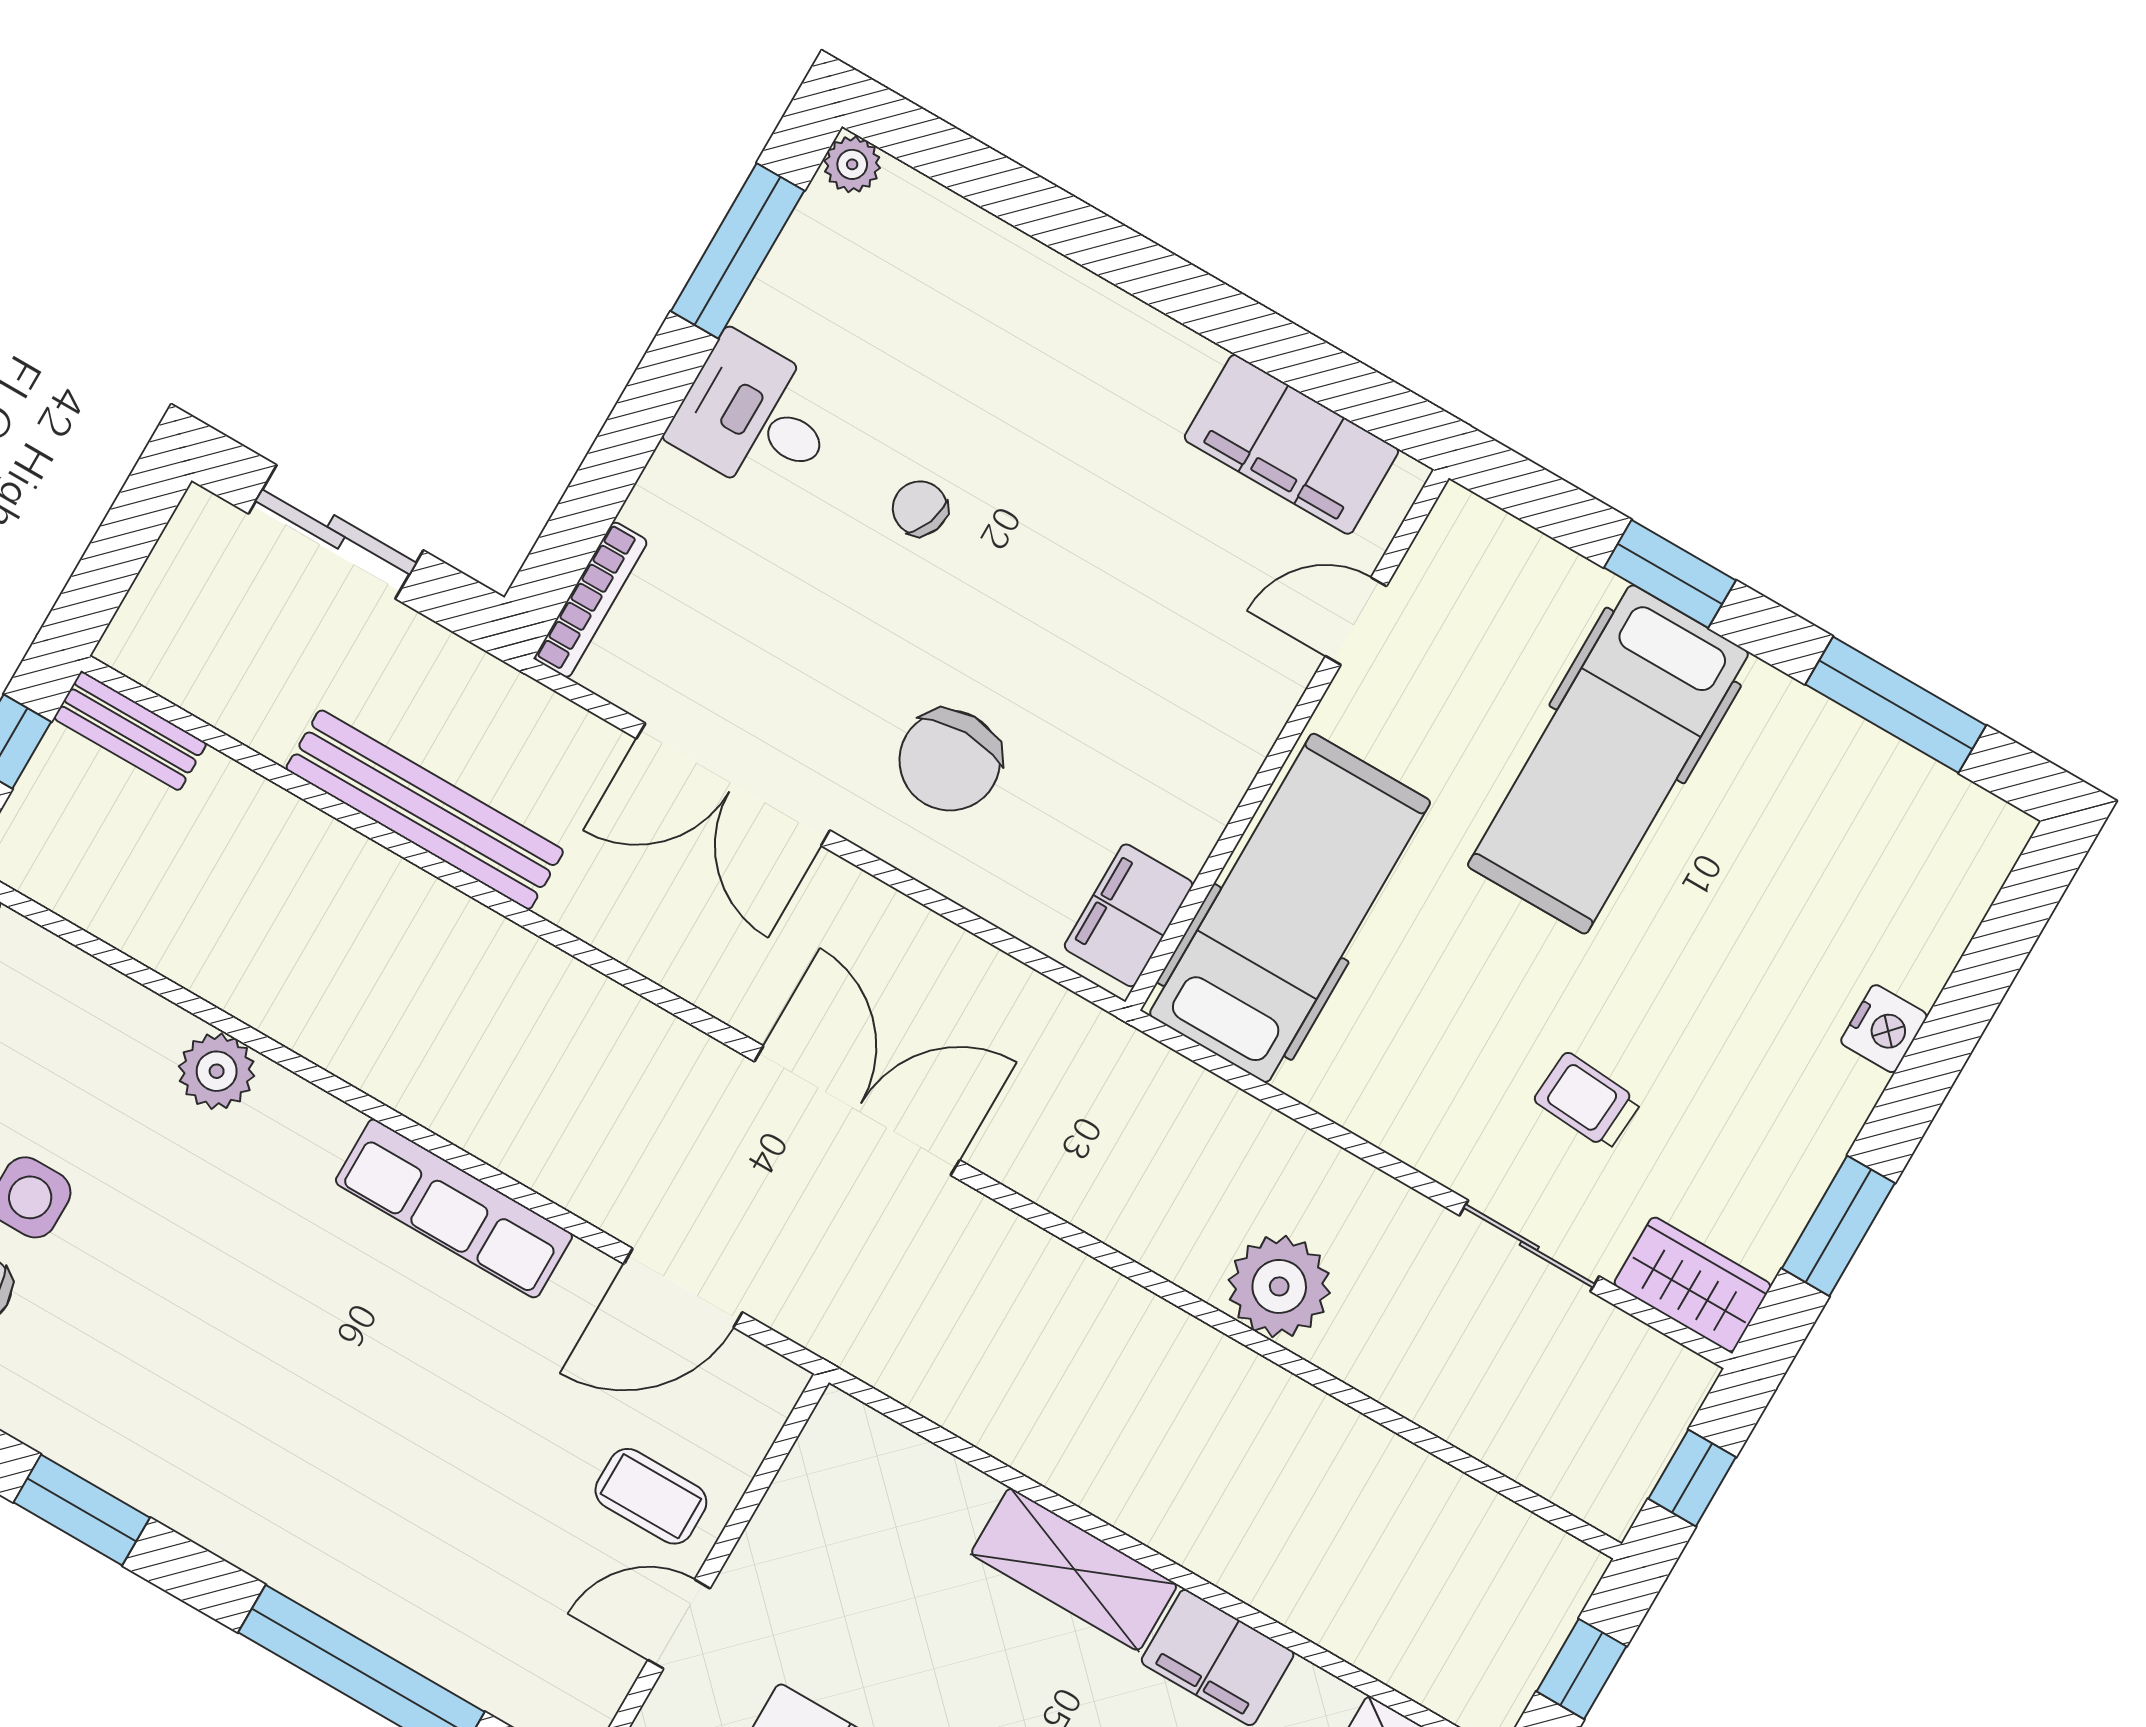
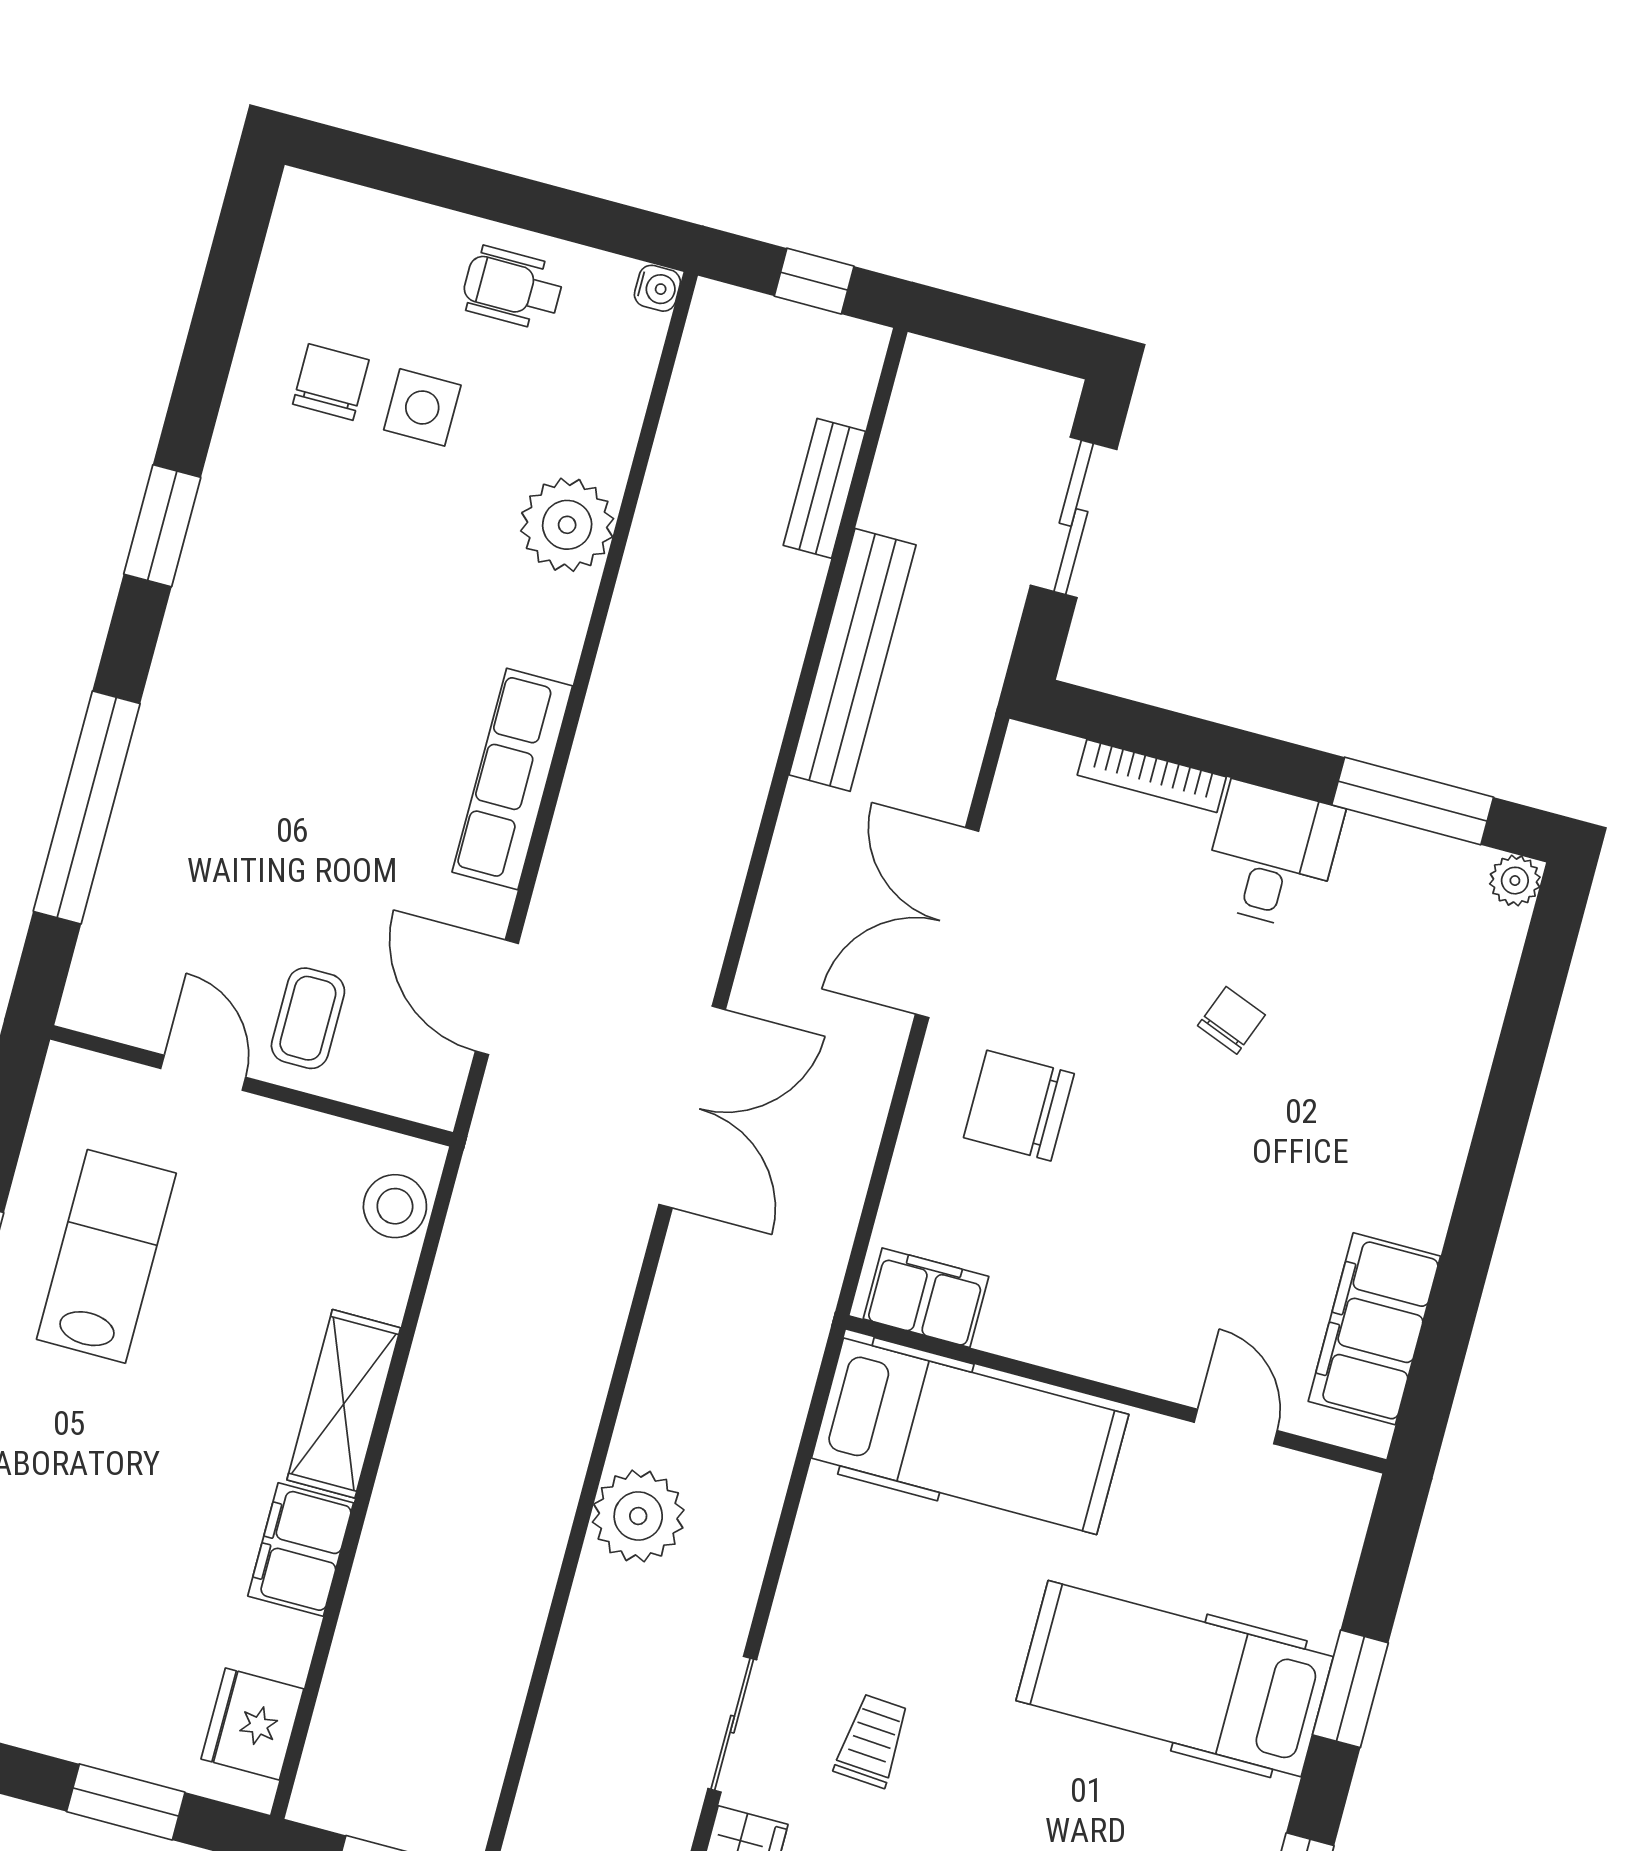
bookcase: (591, 600) -> (1152, 776), moved
bench: (130, 731) -> (824, 488), moved
plant: (217, 1071) -> (567, 525), width x1.36, depth x1.36
stool: (877, 1457) -> (395, 1206), added

